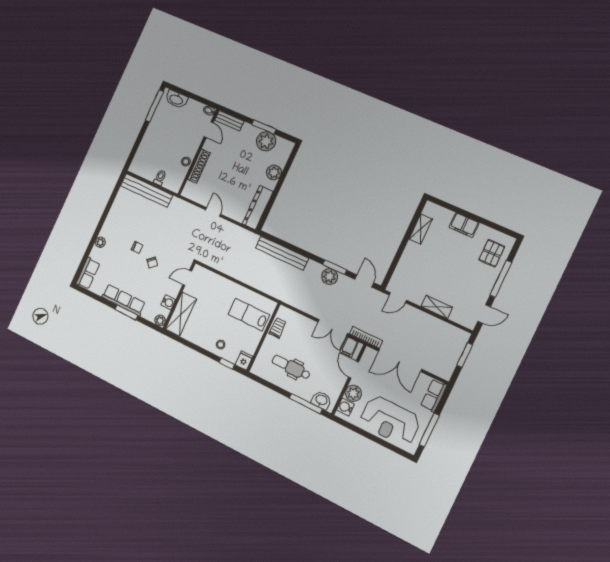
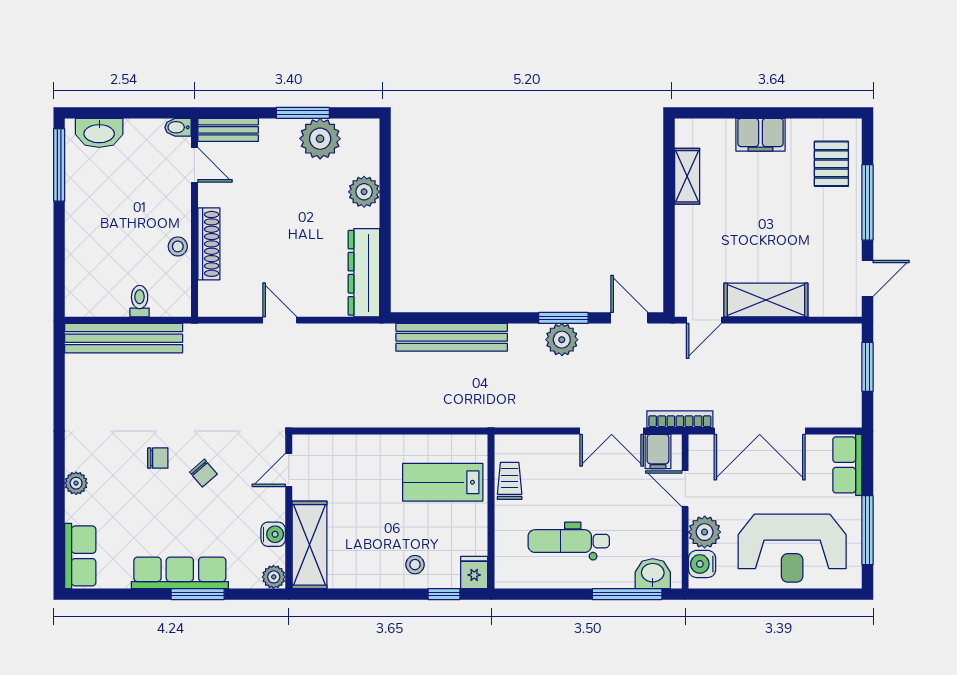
shelving: (437, 307) -> (766, 300), width x1.50, depth x1.33

